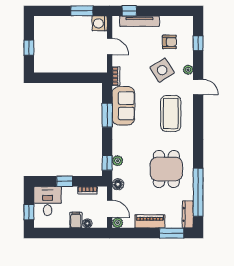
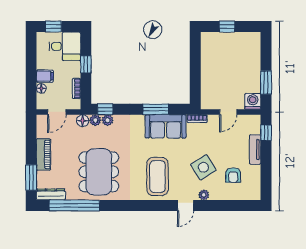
tv unit: (140, 21) -> (255, 150), width x0.71
window: (198, 43) -> (232, 205), removed
coffee table: (171, 113) -> (158, 176), turned 90
dining table: (166, 169) -> (99, 172), width x1.38
plant: (118, 223) -> (95, 120), moved

